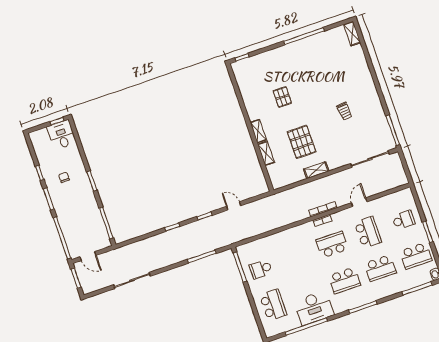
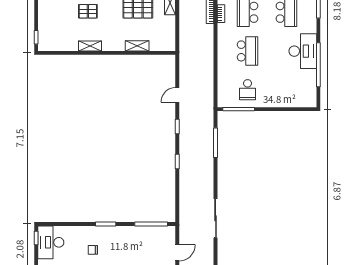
shelving: (258, 131) -> (90, 46), moved
desk: (62, 135) -> (51, 242), width x1.37
school desk: (273, 305) -> (248, 51), moved, turned 90

